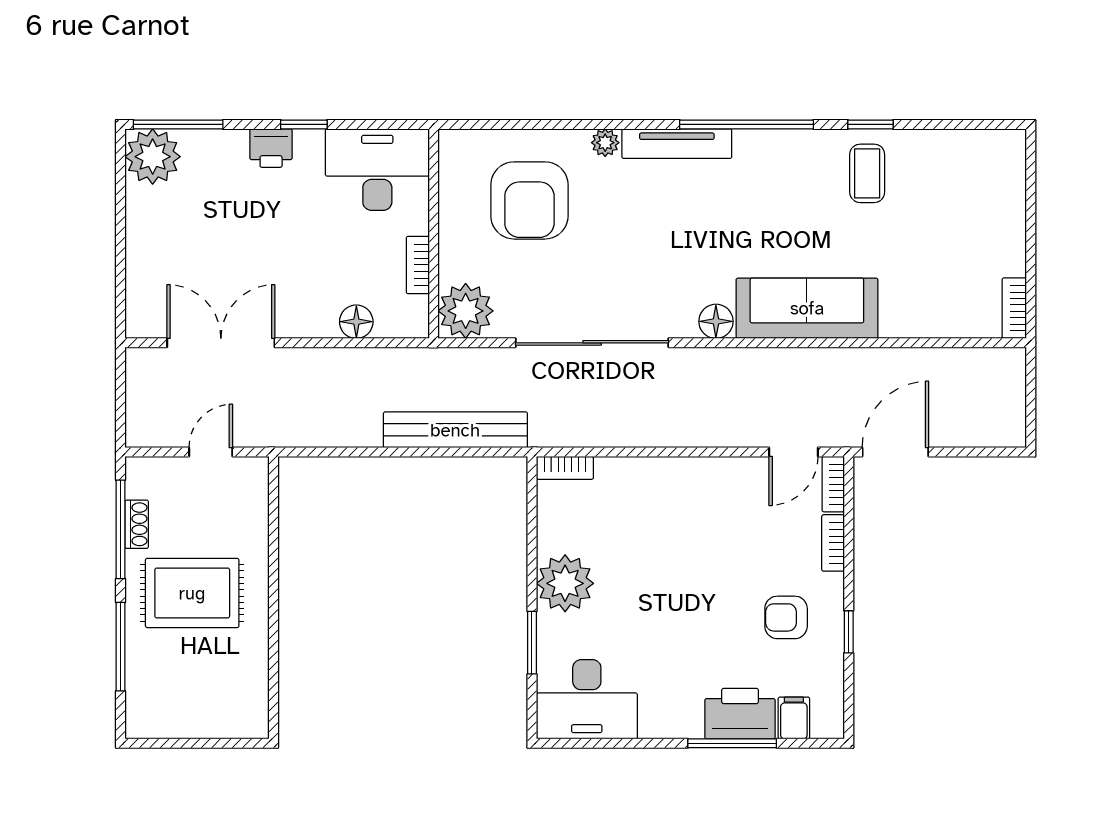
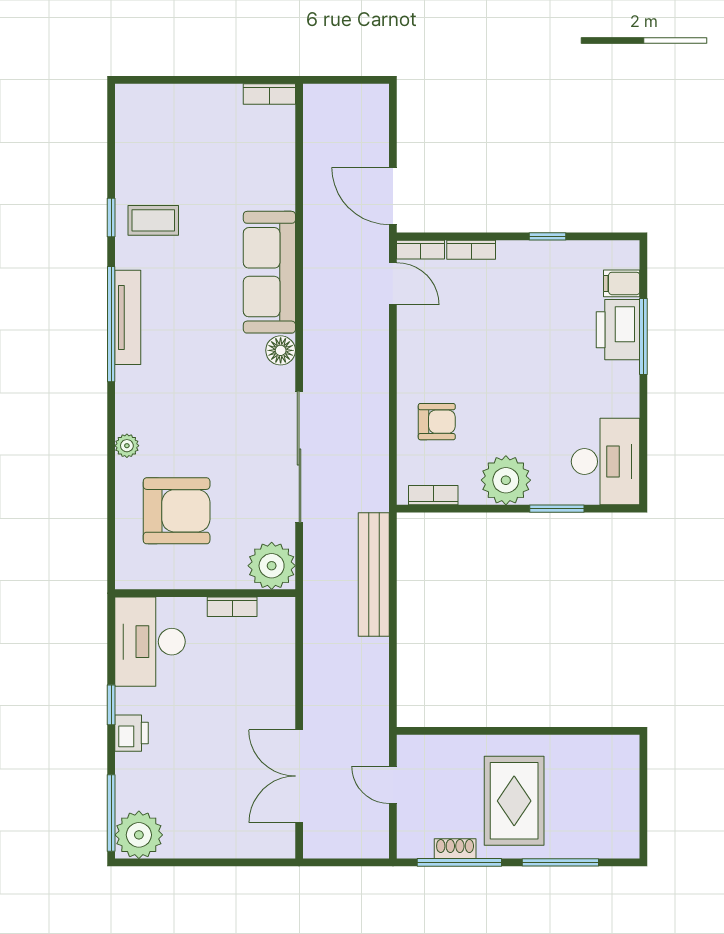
tv unit: (677, 144) -> (128, 317), moved
floor lamp: (356, 322) -> (281, 660), removed
bookcase: (565, 468) -> (433, 495), moved, turned -90
armchair: (786, 617) -> (437, 422), moved, turned -90

